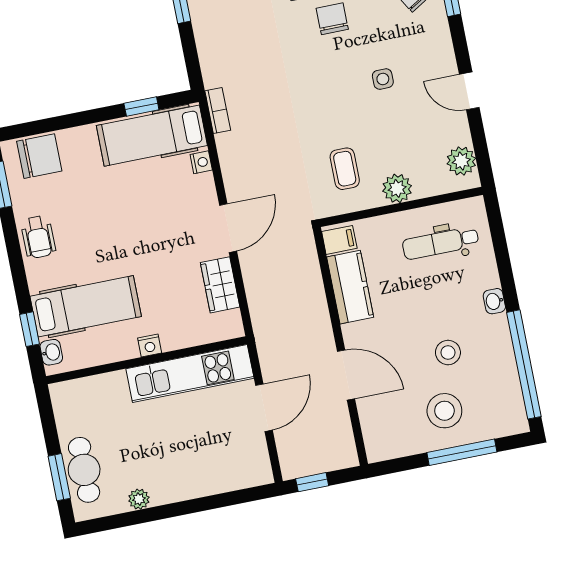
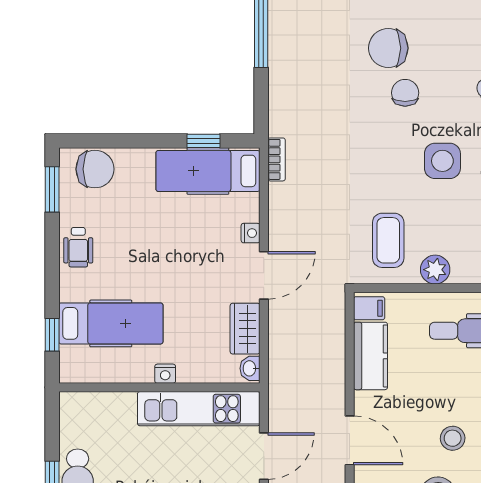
side table: (383, 79) -> (442, 161), width x1.87, depth x1.87
nightstand: (201, 162) -> (251, 233), moved
coffee table: (345, 169) -> (388, 240), width x1.36, depth x1.30
washbasin: (51, 352) -> (250, 368), moved, turned 180

